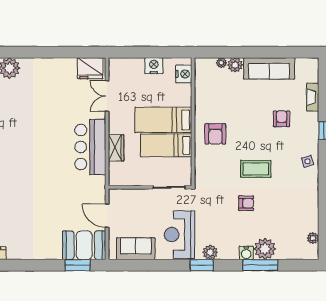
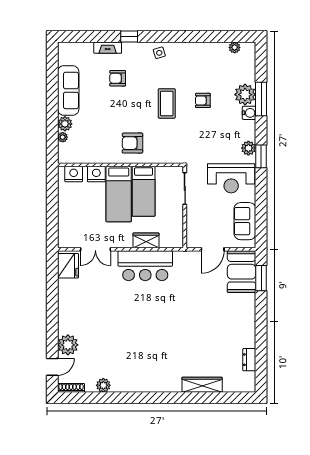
nightstand: (154, 66) -> (96, 174), moved, turned 90
fireplace: (313, 97) -> (108, 48), moved
armchair: (215, 134) -> (132, 143), turned 180
armchair: (246, 203) -> (203, 100), moved, turned -90

